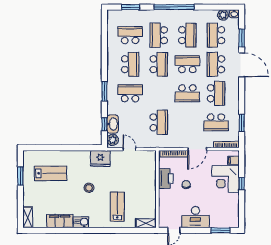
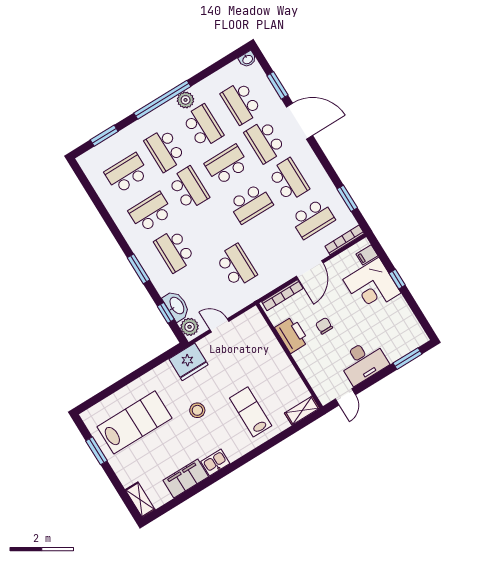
plant: (223, 15) -> (186, 100), moved
school desk: (130, 64) -> (151, 212), turned -90
school desk: (130, 93) -> (174, 251), turned -90
lab bench: (51, 173) -> (134, 422), width x1.36, depth x1.39

